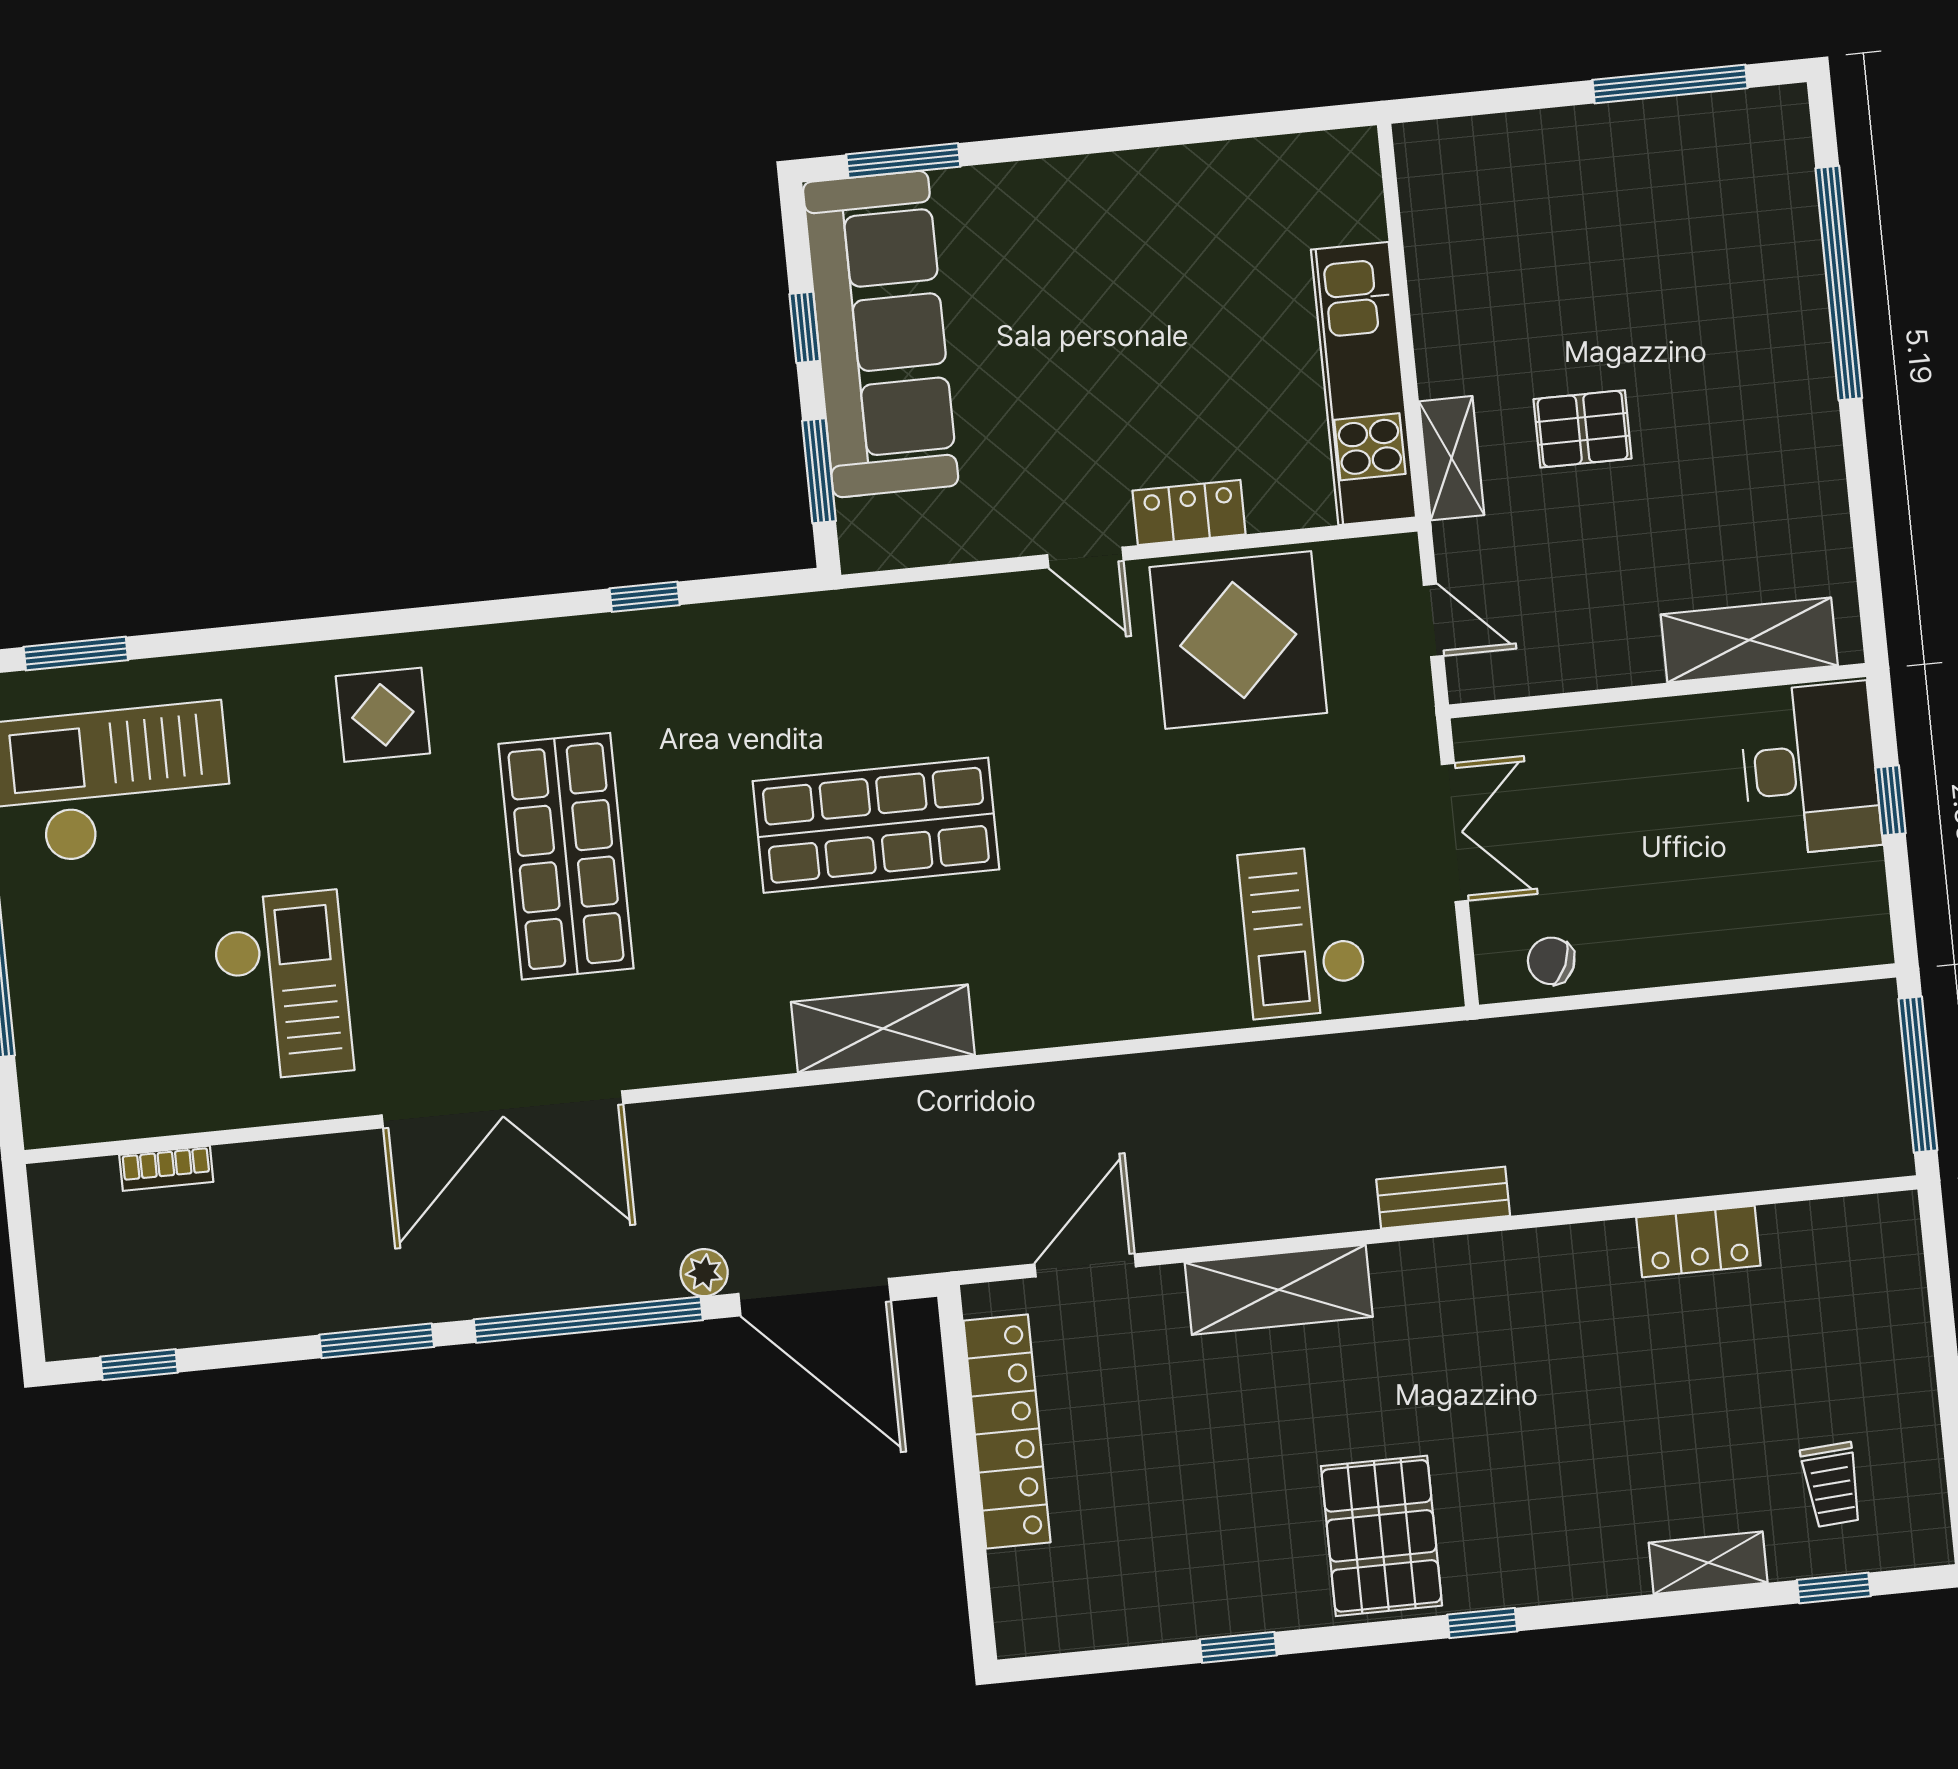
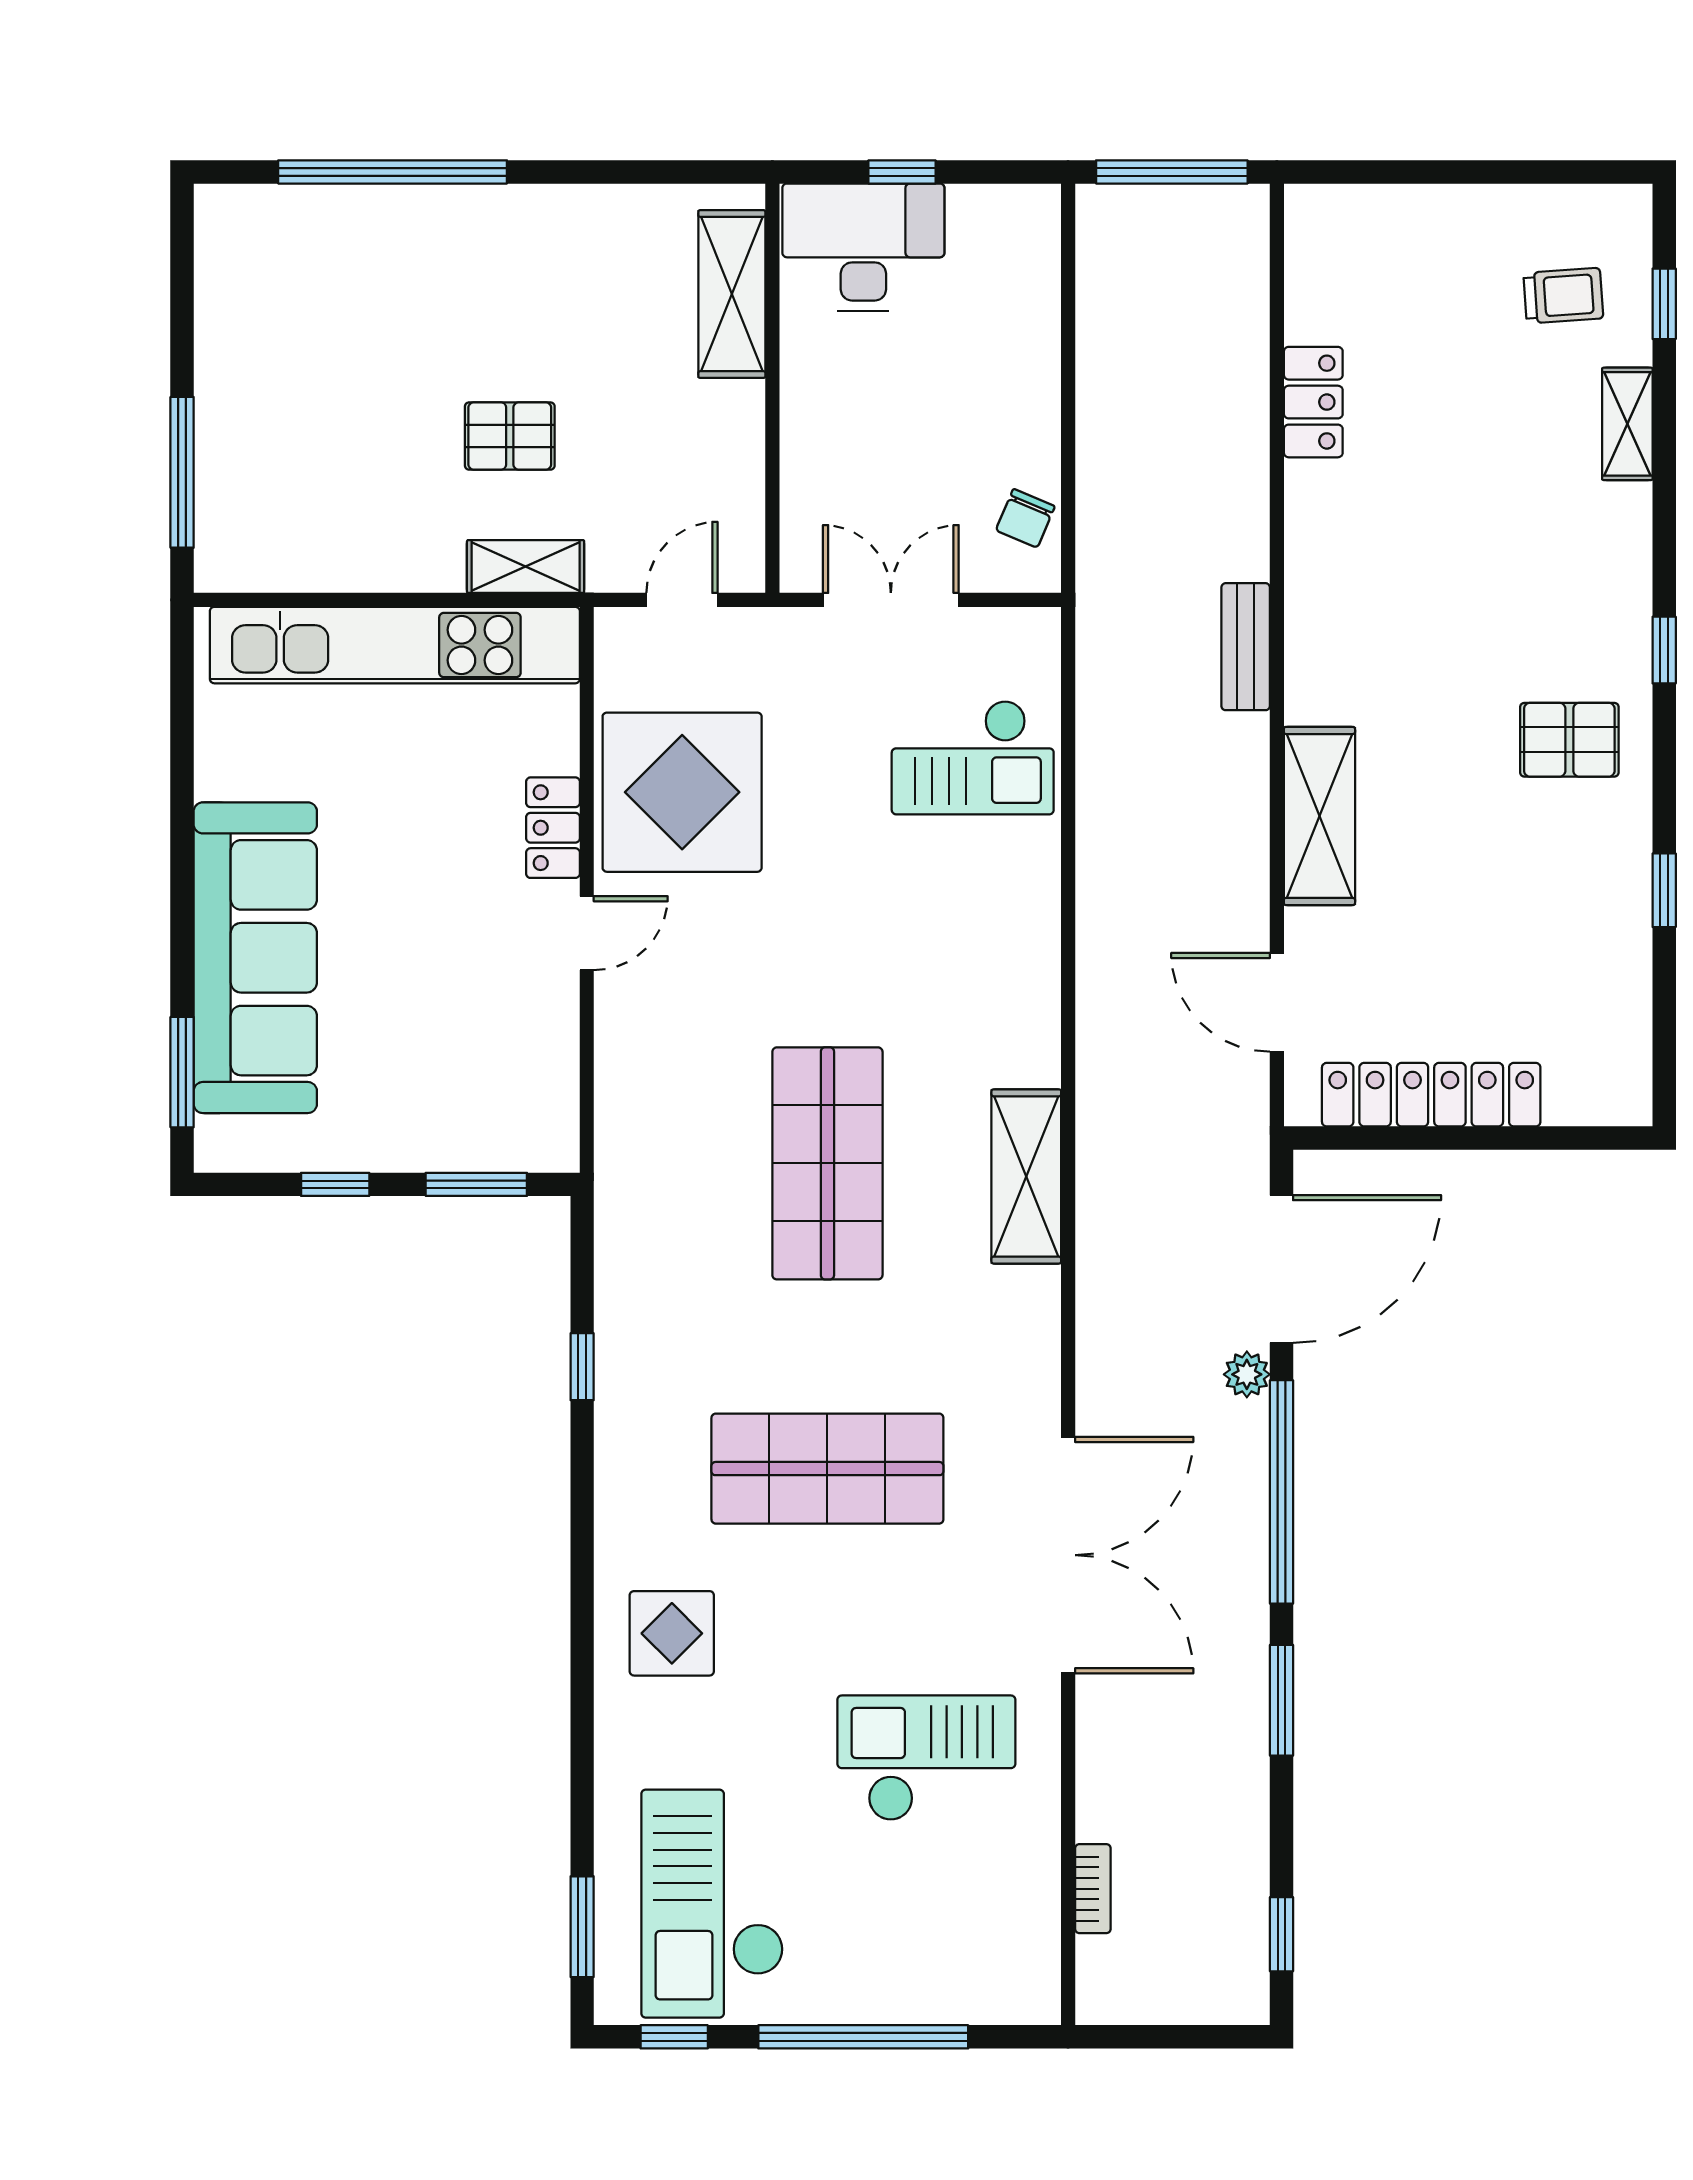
window: (1670, 84) -> (182, 472), moved
sofa: (881, 334) -> (255, 958), moved, turned 90
kitchen unit: (1364, 383) -> (395, 645), width x1.36
pallet: (1583, 429) -> (510, 436), turned 90
pallet: (1381, 1536) -> (1569, 740), width x0.67, depth x0.71

